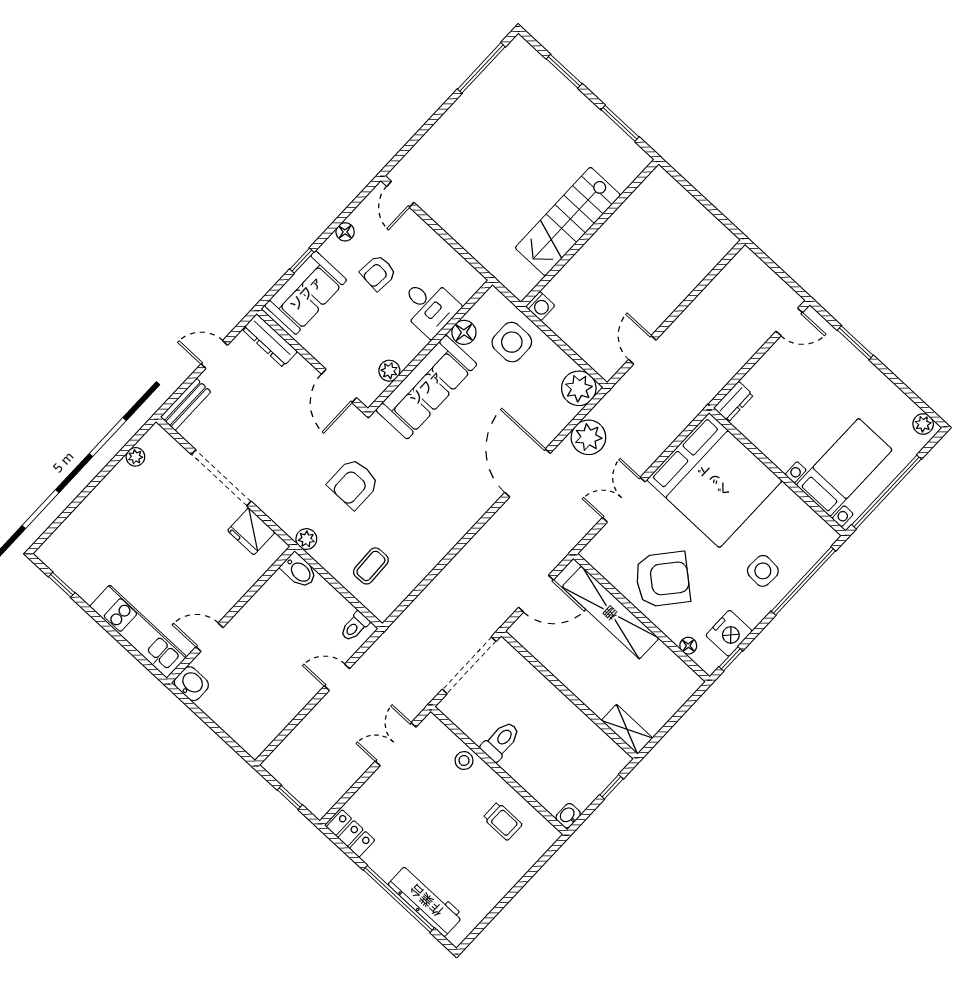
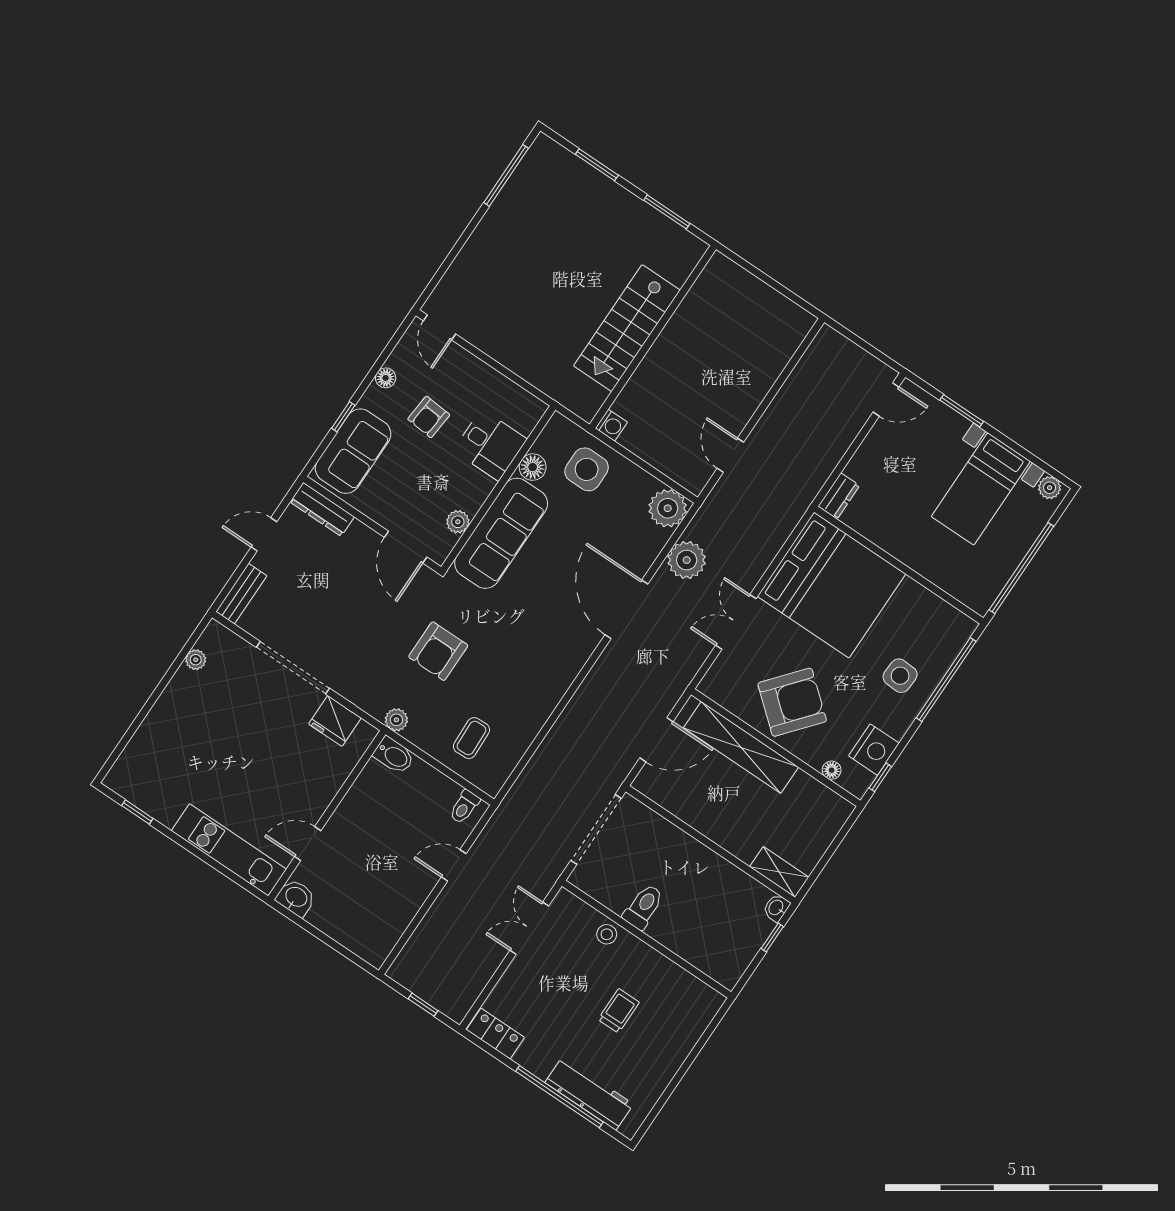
bed with nightstands: (844, 467) -> (981, 489), moved, turned 180
washbasin: (568, 816) -> (776, 908), moved
trolley: (503, 821) -> (619, 1011), moved, turned -90

